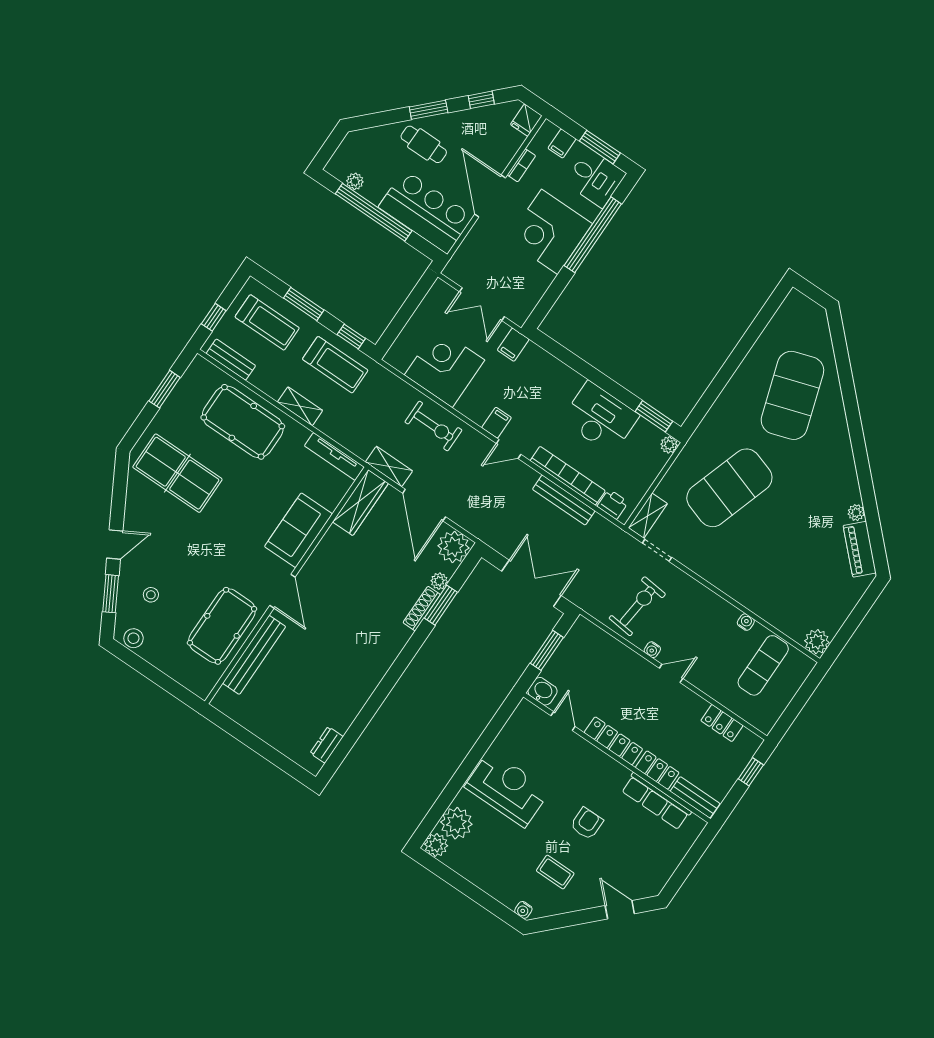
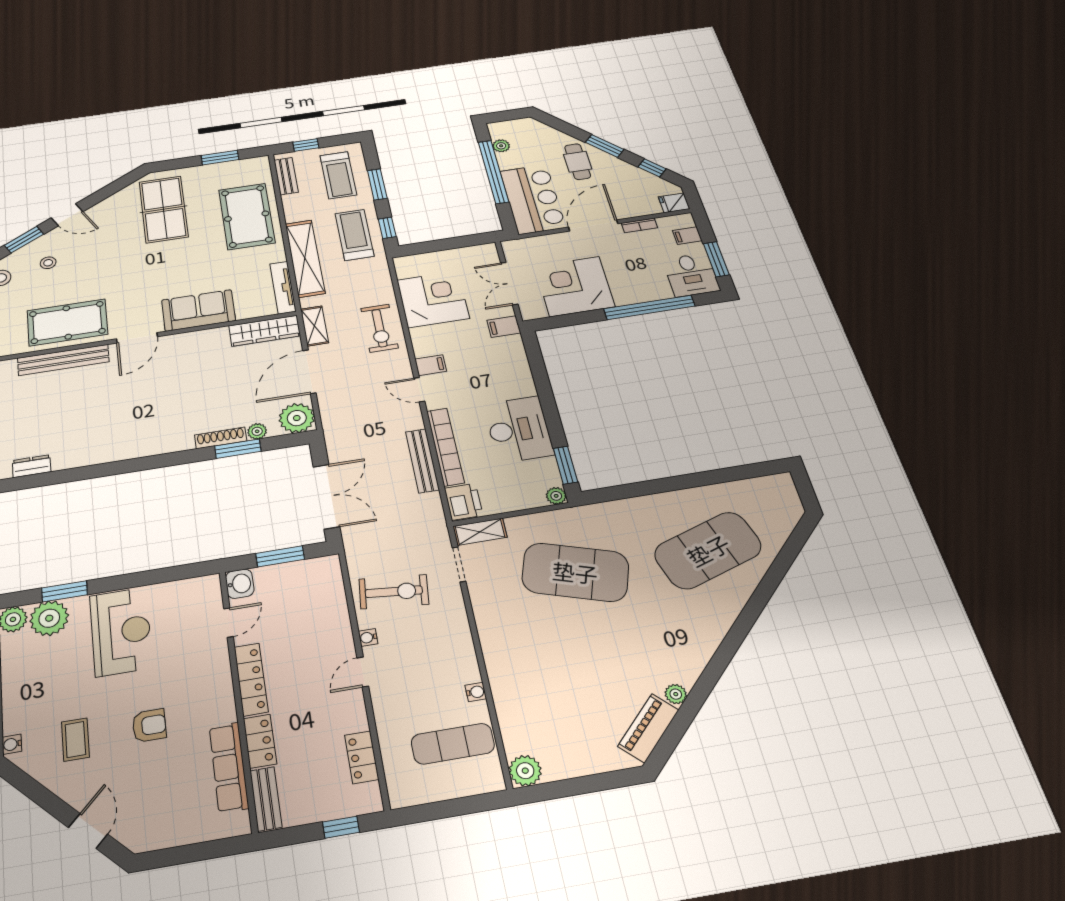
corner desk: (550, 232) -> (575, 286), moved
treadmill: (335, 365) -> (354, 235), turned 180
shelving: (300, 406) -> (305, 258), width x2.20, depth x1.33
printer: (613, 504) -> (464, 502), width x1.36, depth x1.24
door: (671, 673) -> (363, 672), swing flipped
window: (445, 799) -> (64, 591), added

